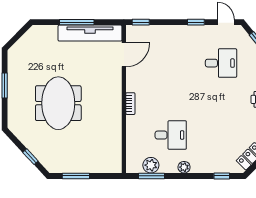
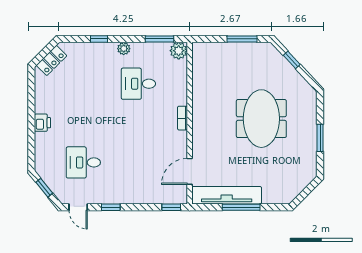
plant: (151, 165) -> (179, 51), moved
window: (222, 176) -> (99, 39), moved

